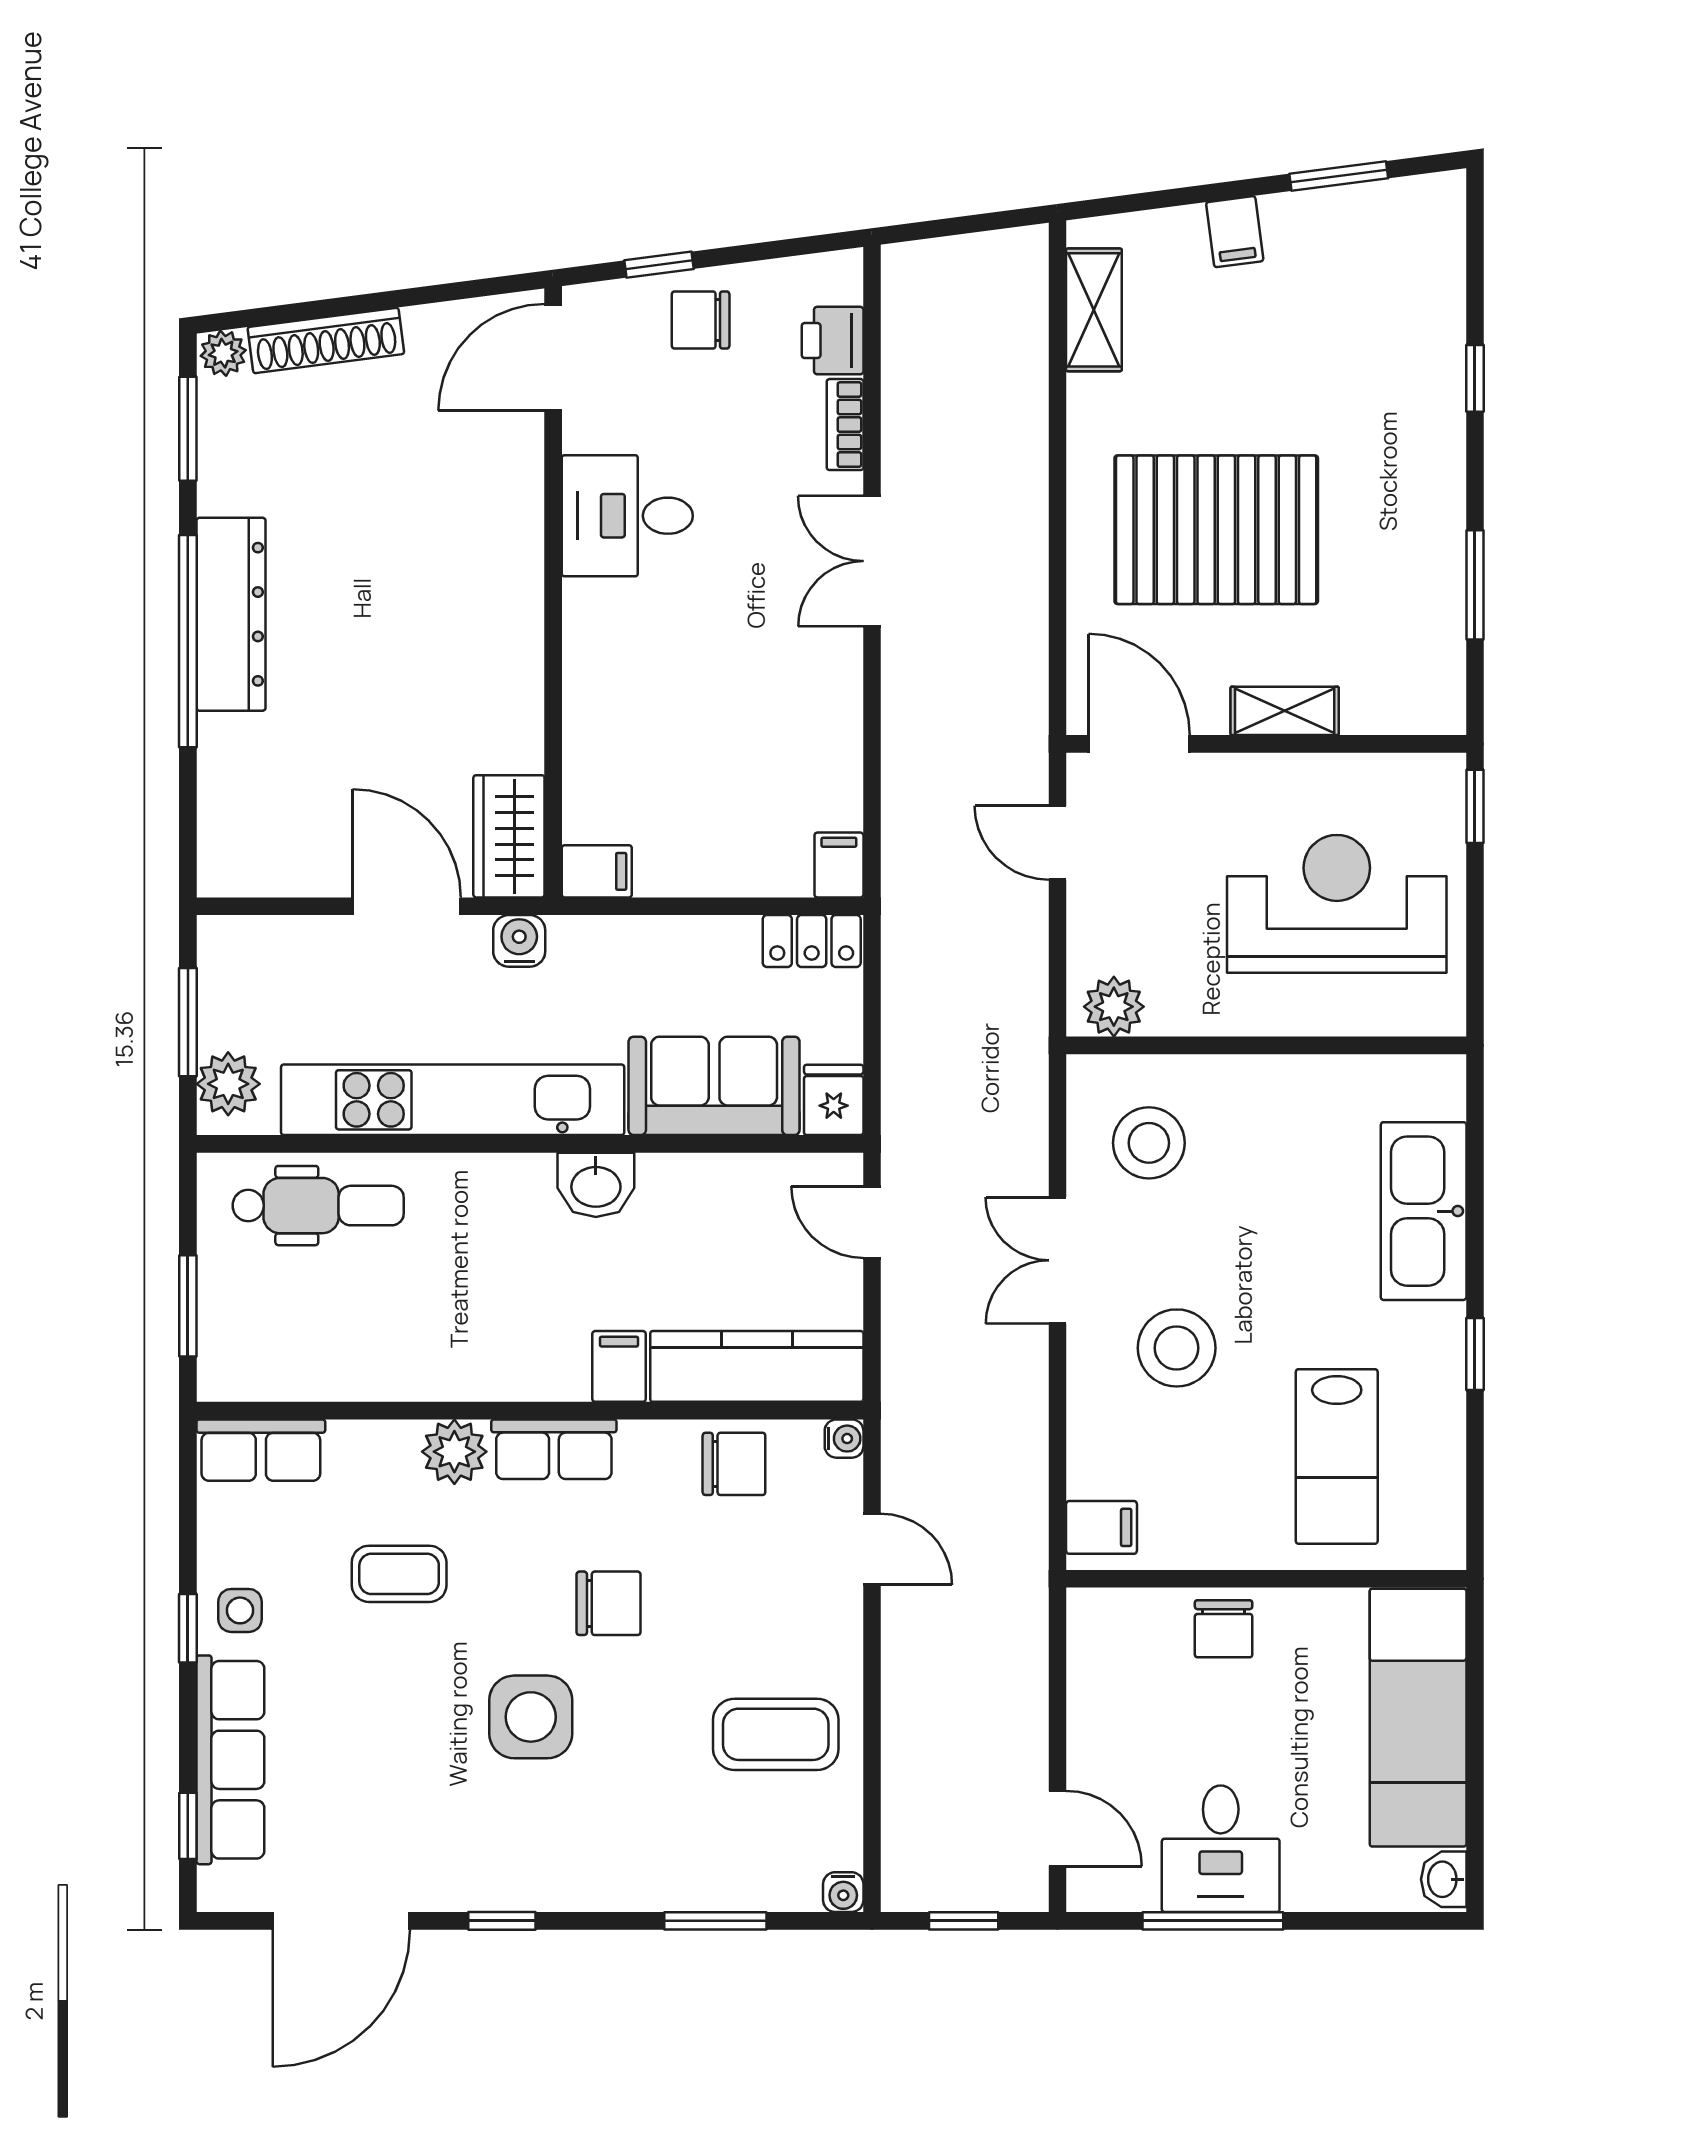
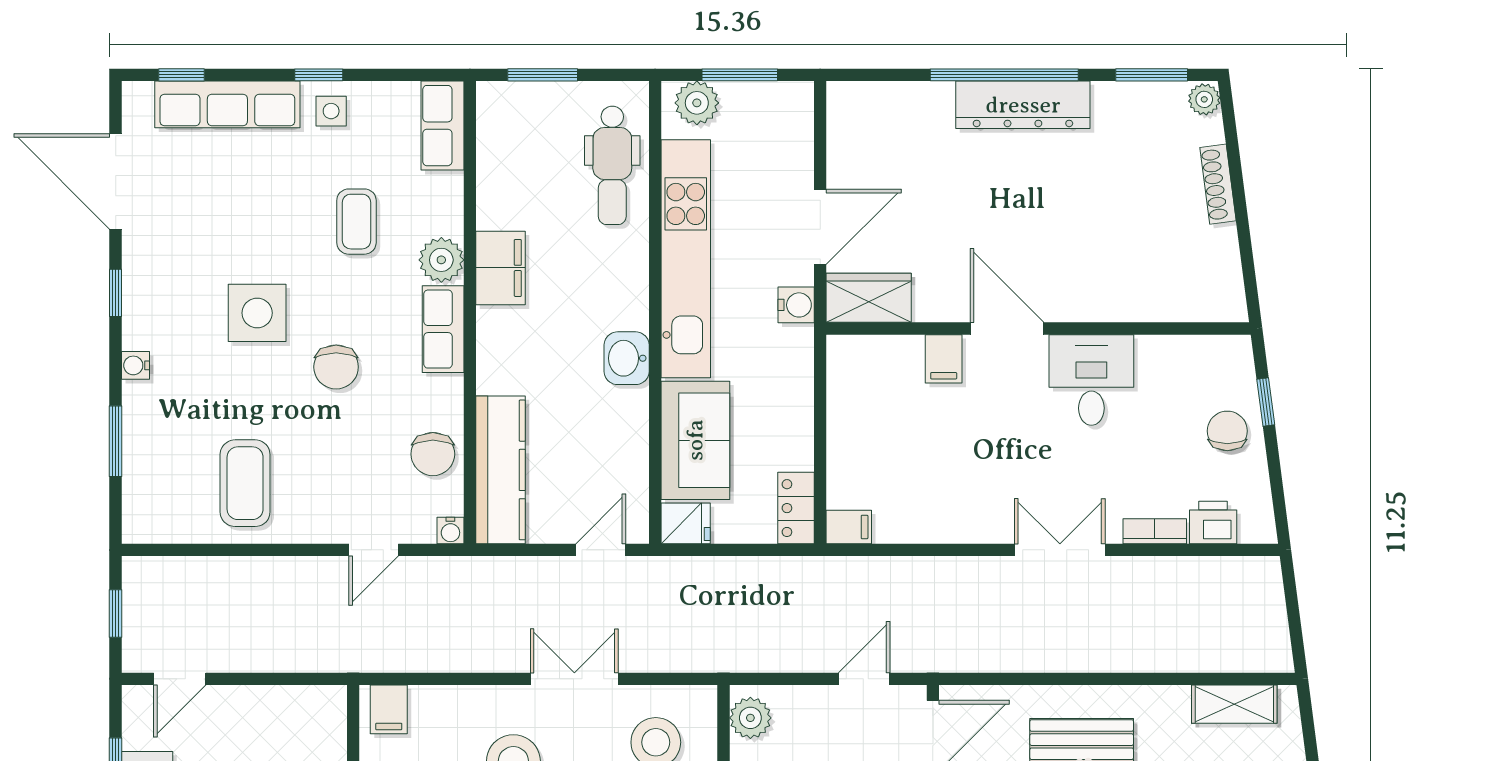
shoe rack: (326, 340) -> (1218, 184), width x0.74, depth x0.81
door: (553, 357) -> (1007, 329), moved
filing cabinet: (597, 871) -> (944, 359), moved
filing cabinet: (619, 1366) -> (501, 268), moved, width x2.00
water cooler: (843, 1892) -> (135, 365), moved

